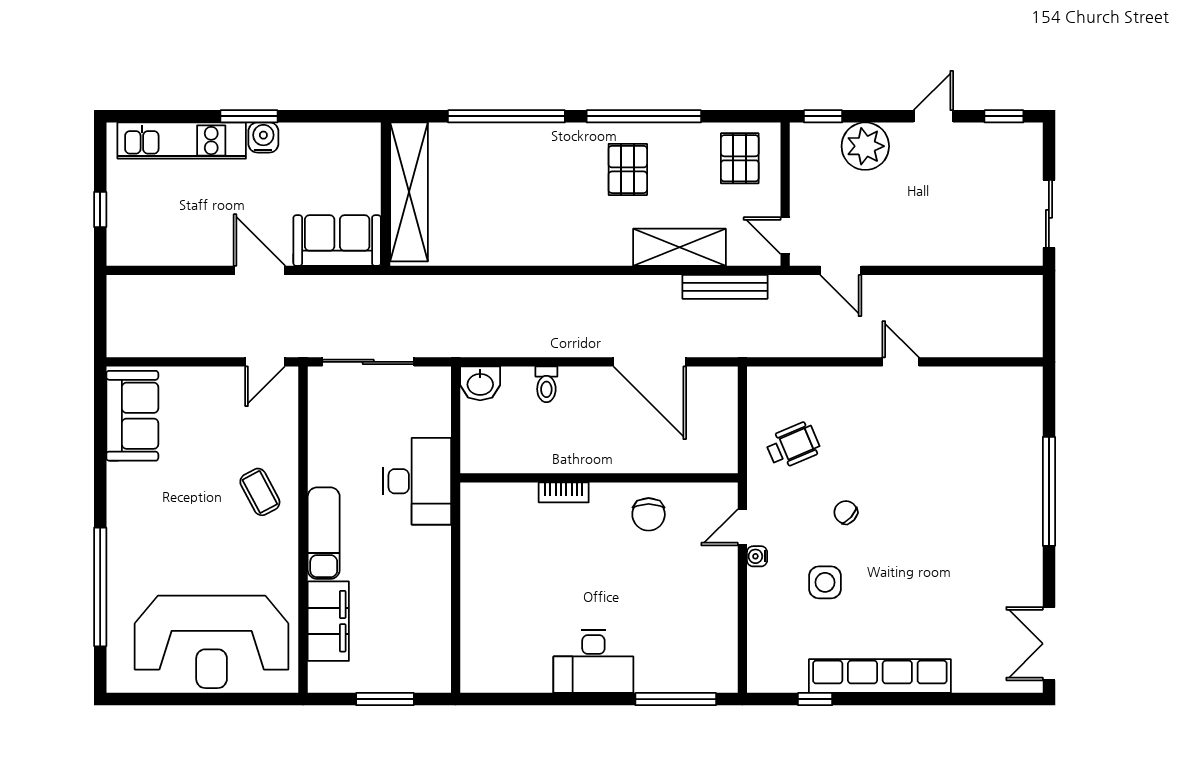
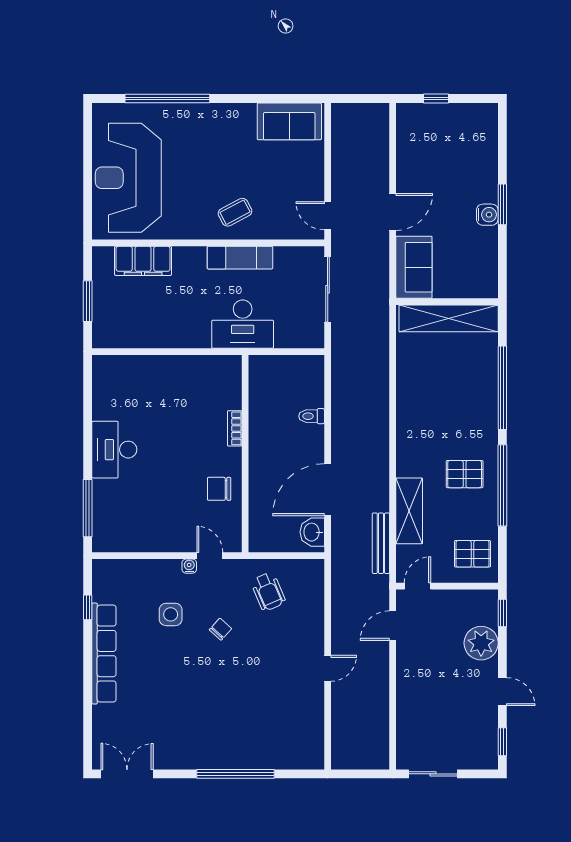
kitchen unit: (182, 141) -> (485, 157), removed
washbasin: (480, 383) -> (312, 532), moved
exam couch: (324, 533) -> (240, 258), moved

